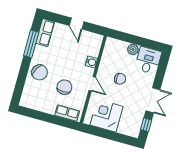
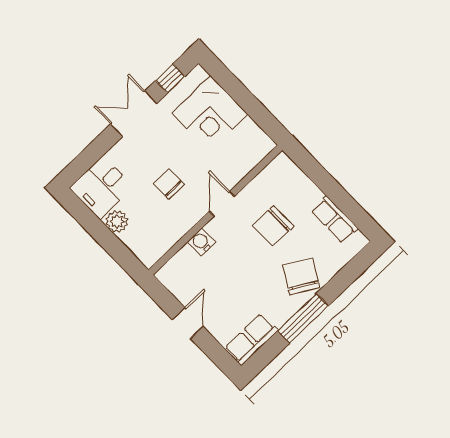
window: (31, 44) -> (303, 318), moved
row of seats: (67, 113) -> (334, 220), moved
corner desk: (107, 116) -> (210, 114), moved

